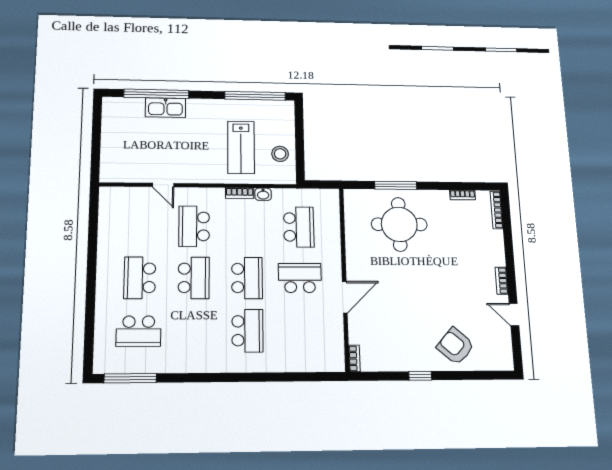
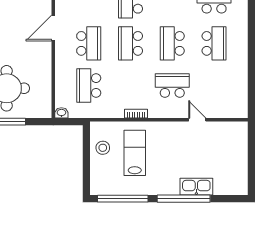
window: (156, 94) -> (184, 199), moved
washbasin: (263, 194) -> (61, 113), moved
school desk: (194, 226) -> (172, 85), turned -90
school desk: (300, 278) -> (89, 43), turned -90

